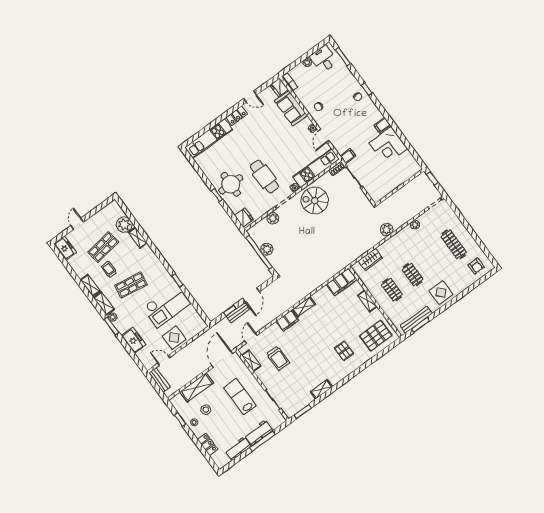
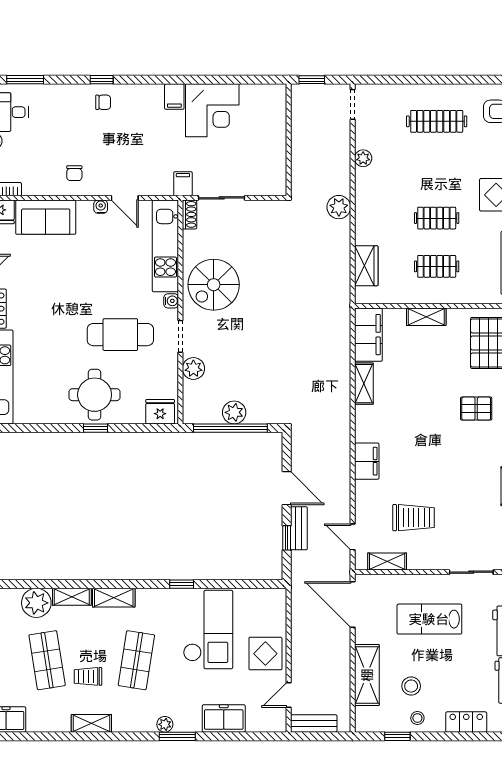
shelving: (104, 304) -> (114, 598), moved
shelving: (304, 307) -> (364, 384), moved

